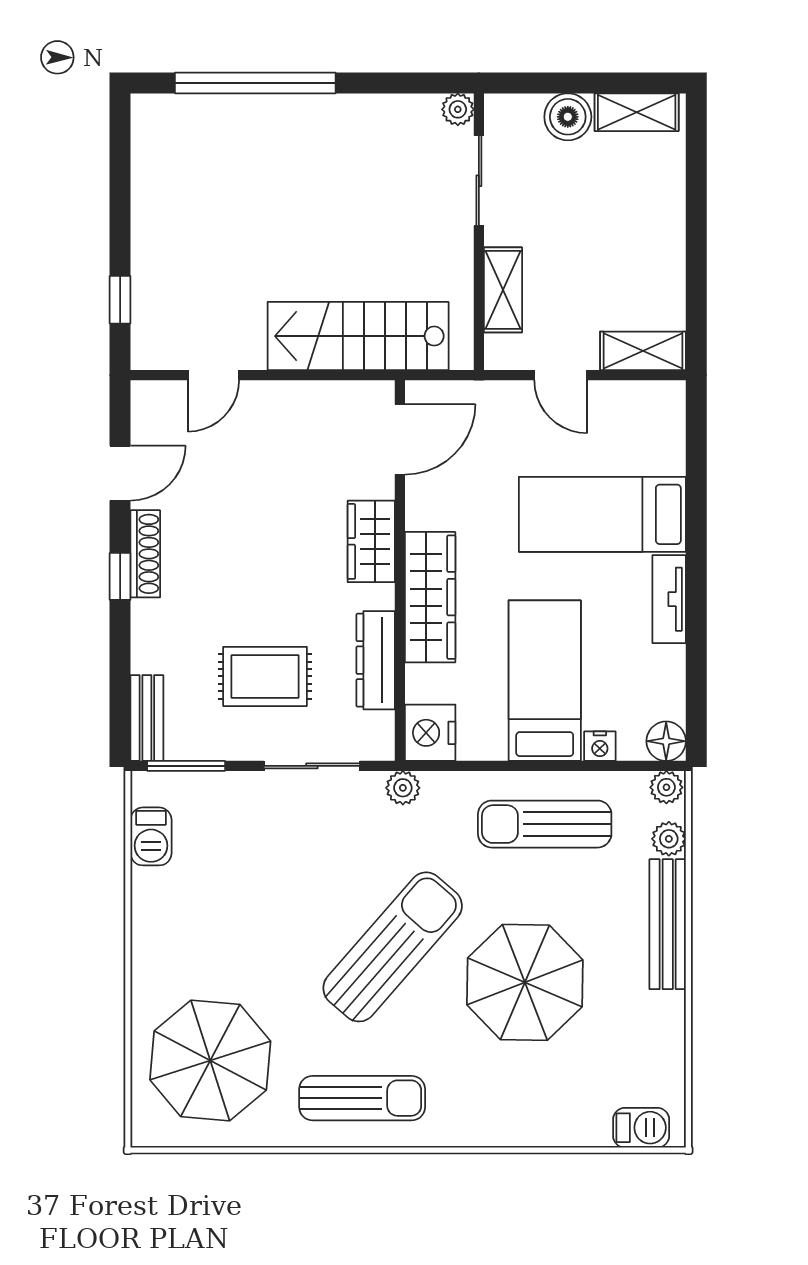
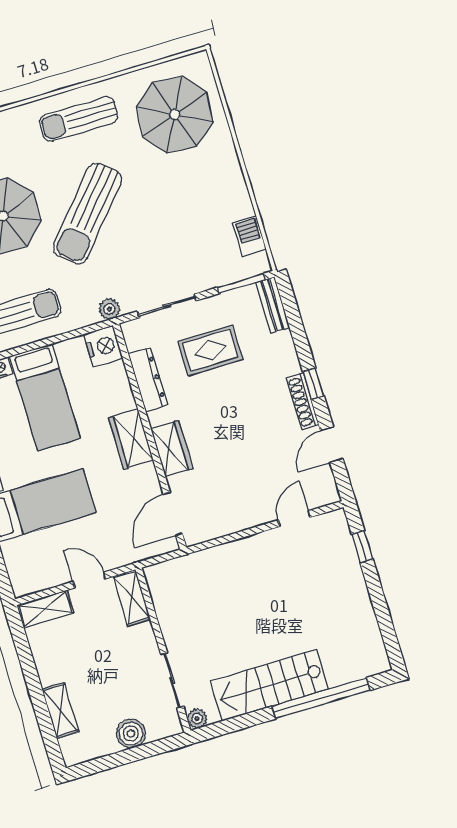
shelving: (637, 112) -> (60, 711), moved, turned 90
shelving: (503, 290) -> (132, 598), moved
stairs: (358, 336) -> (269, 685), moved, turned 180
wardrobe: (430, 597) -> (131, 439), width x0.67

